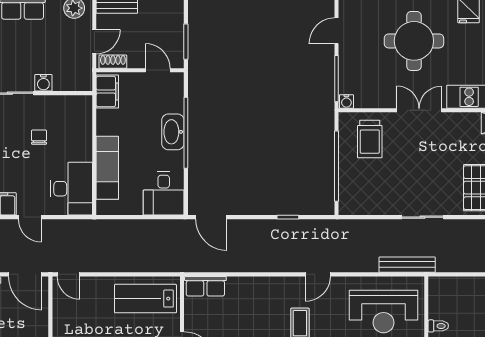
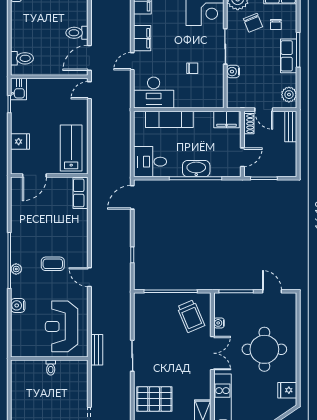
water cooler: (346, 101) -> (219, 323), moved
trolley: (370, 139) -> (191, 316), turned -113
bench: (407, 265) -> (97, 350), width x0.73

